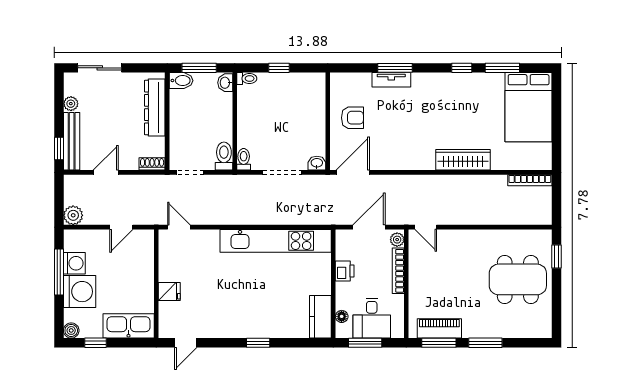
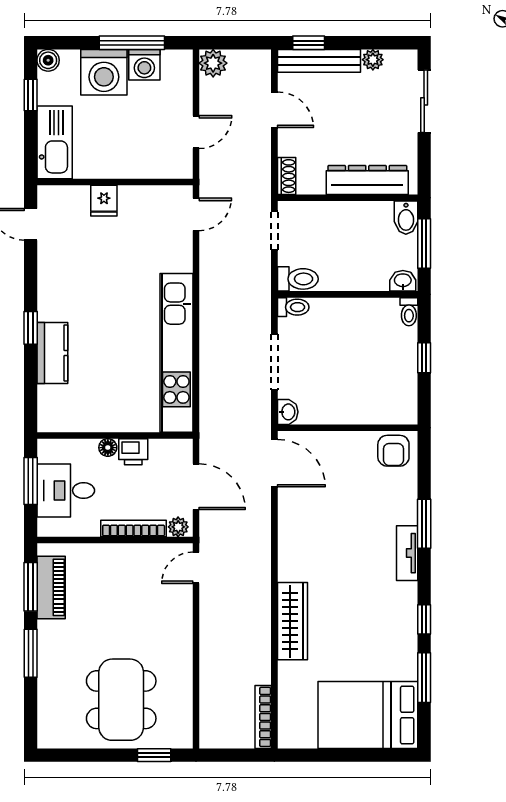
tv unit: (391, 80) -> (407, 553), moved
armchair: (352, 118) -> (393, 451), moved
door: (121, 227) -> (196, 132), swing flipped
floor lamp: (342, 316) -> (108, 448), moved
kitchen counter: (320, 317) -> (52, 353), moved, turned 90

